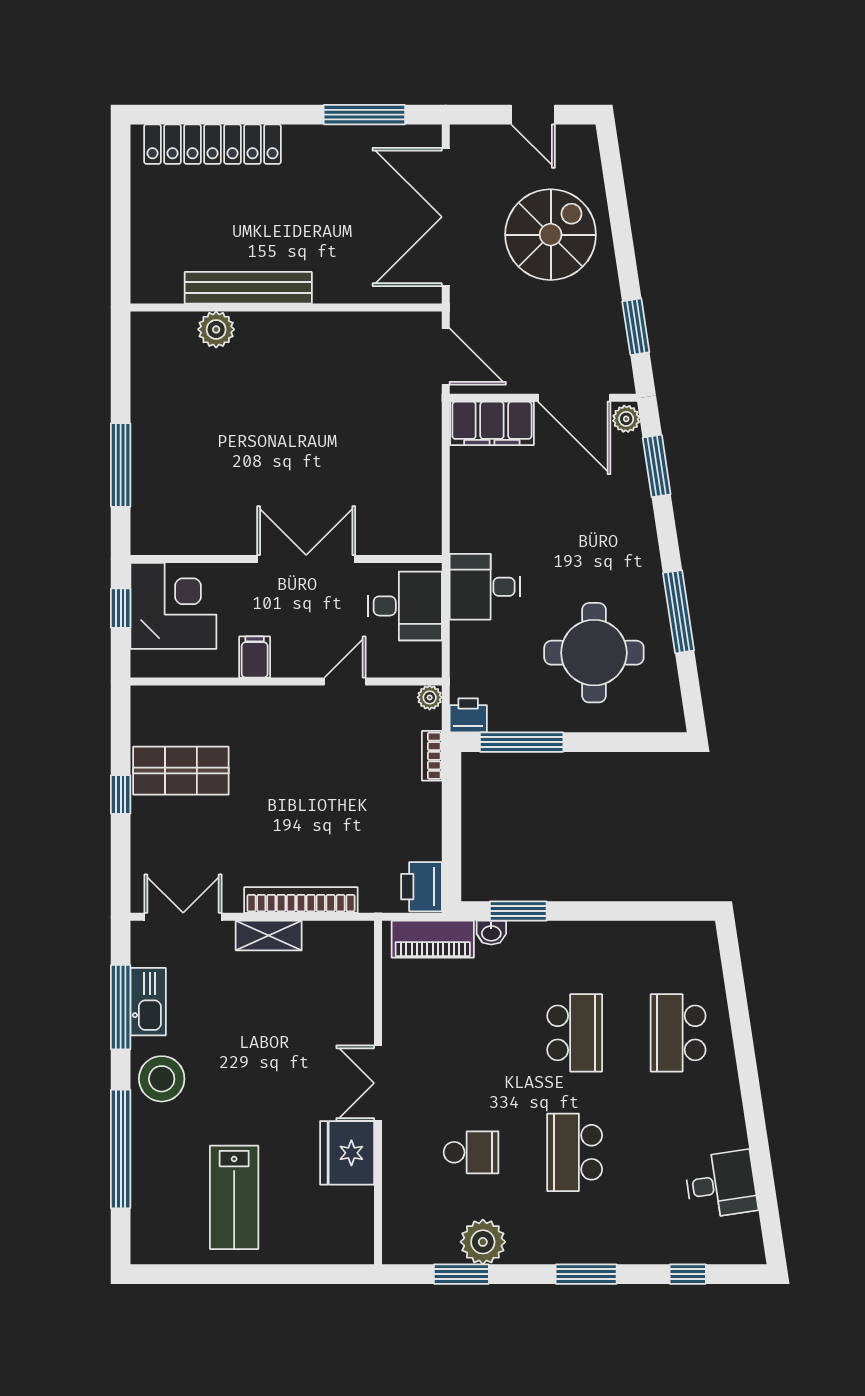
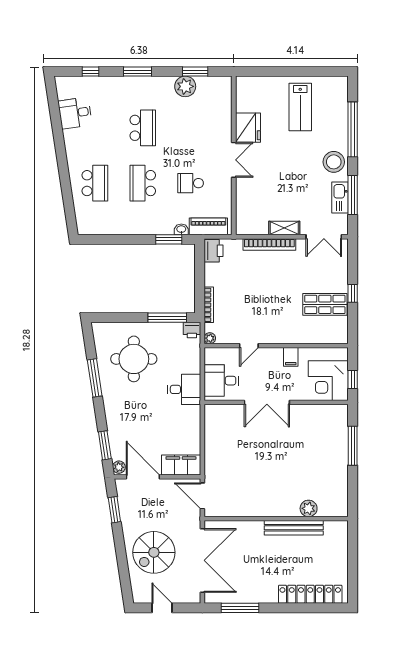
bookcase: (432, 756) -> (209, 305), width x1.56
school desk: (471, 1152) -> (191, 183), moved
lab bench: (234, 1197) -> (300, 107), turned 180

